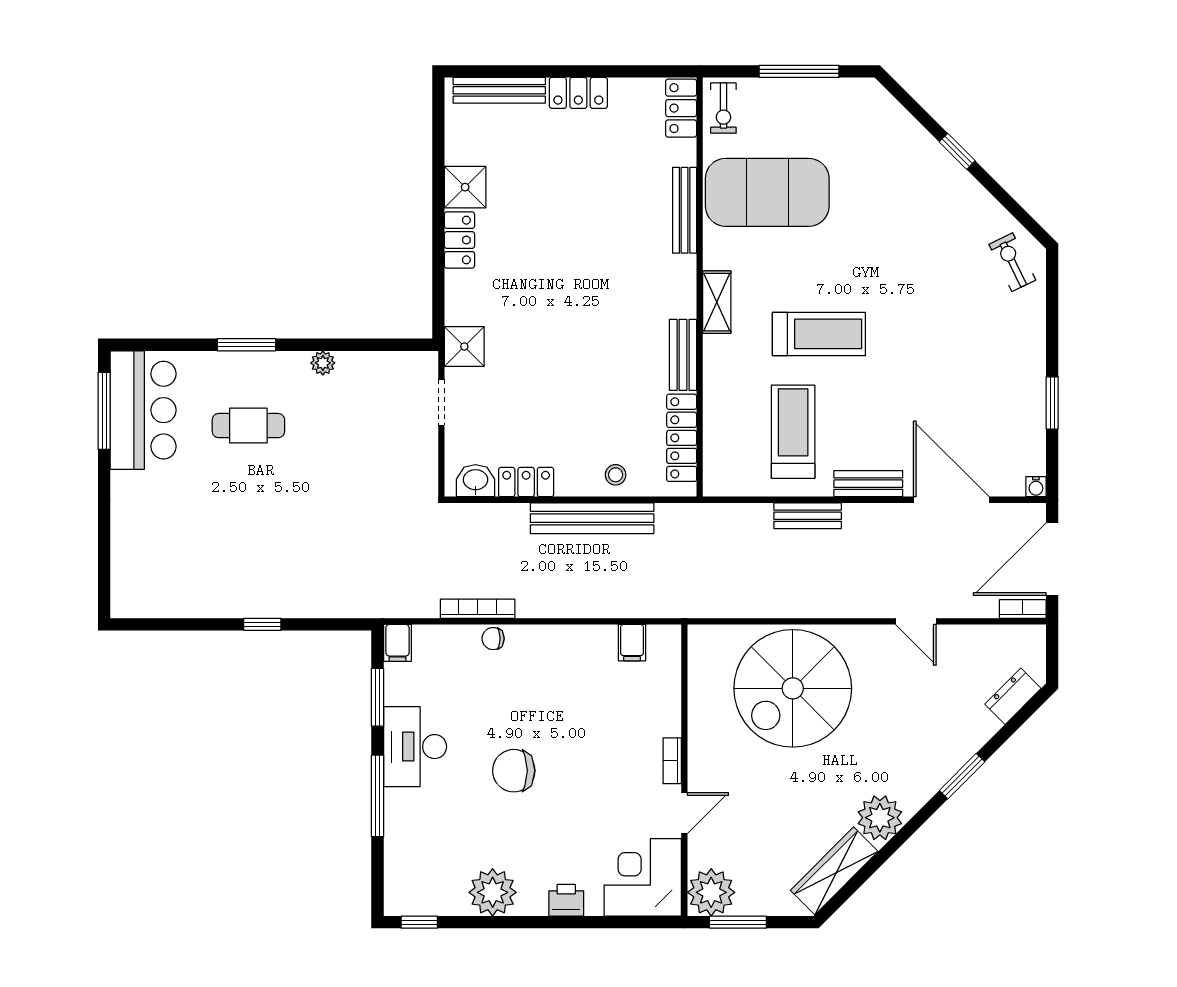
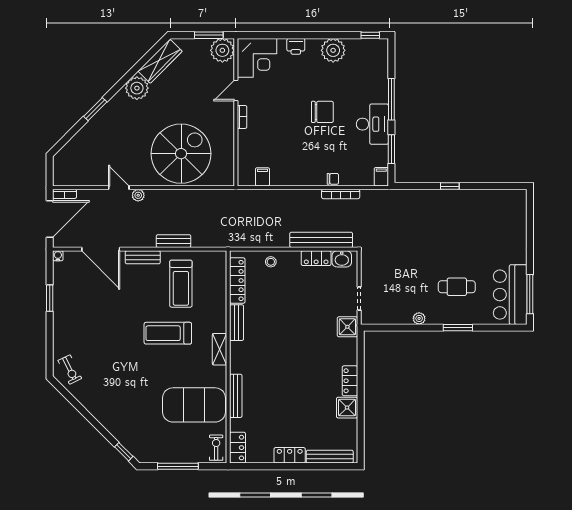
window: (957, 151) -> (124, 452), moved
bench: (592, 518) -> (321, 240), moved
plant: (877, 606) -> (138, 195), added
dresser: (1013, 696) -> (70, 150), removed

